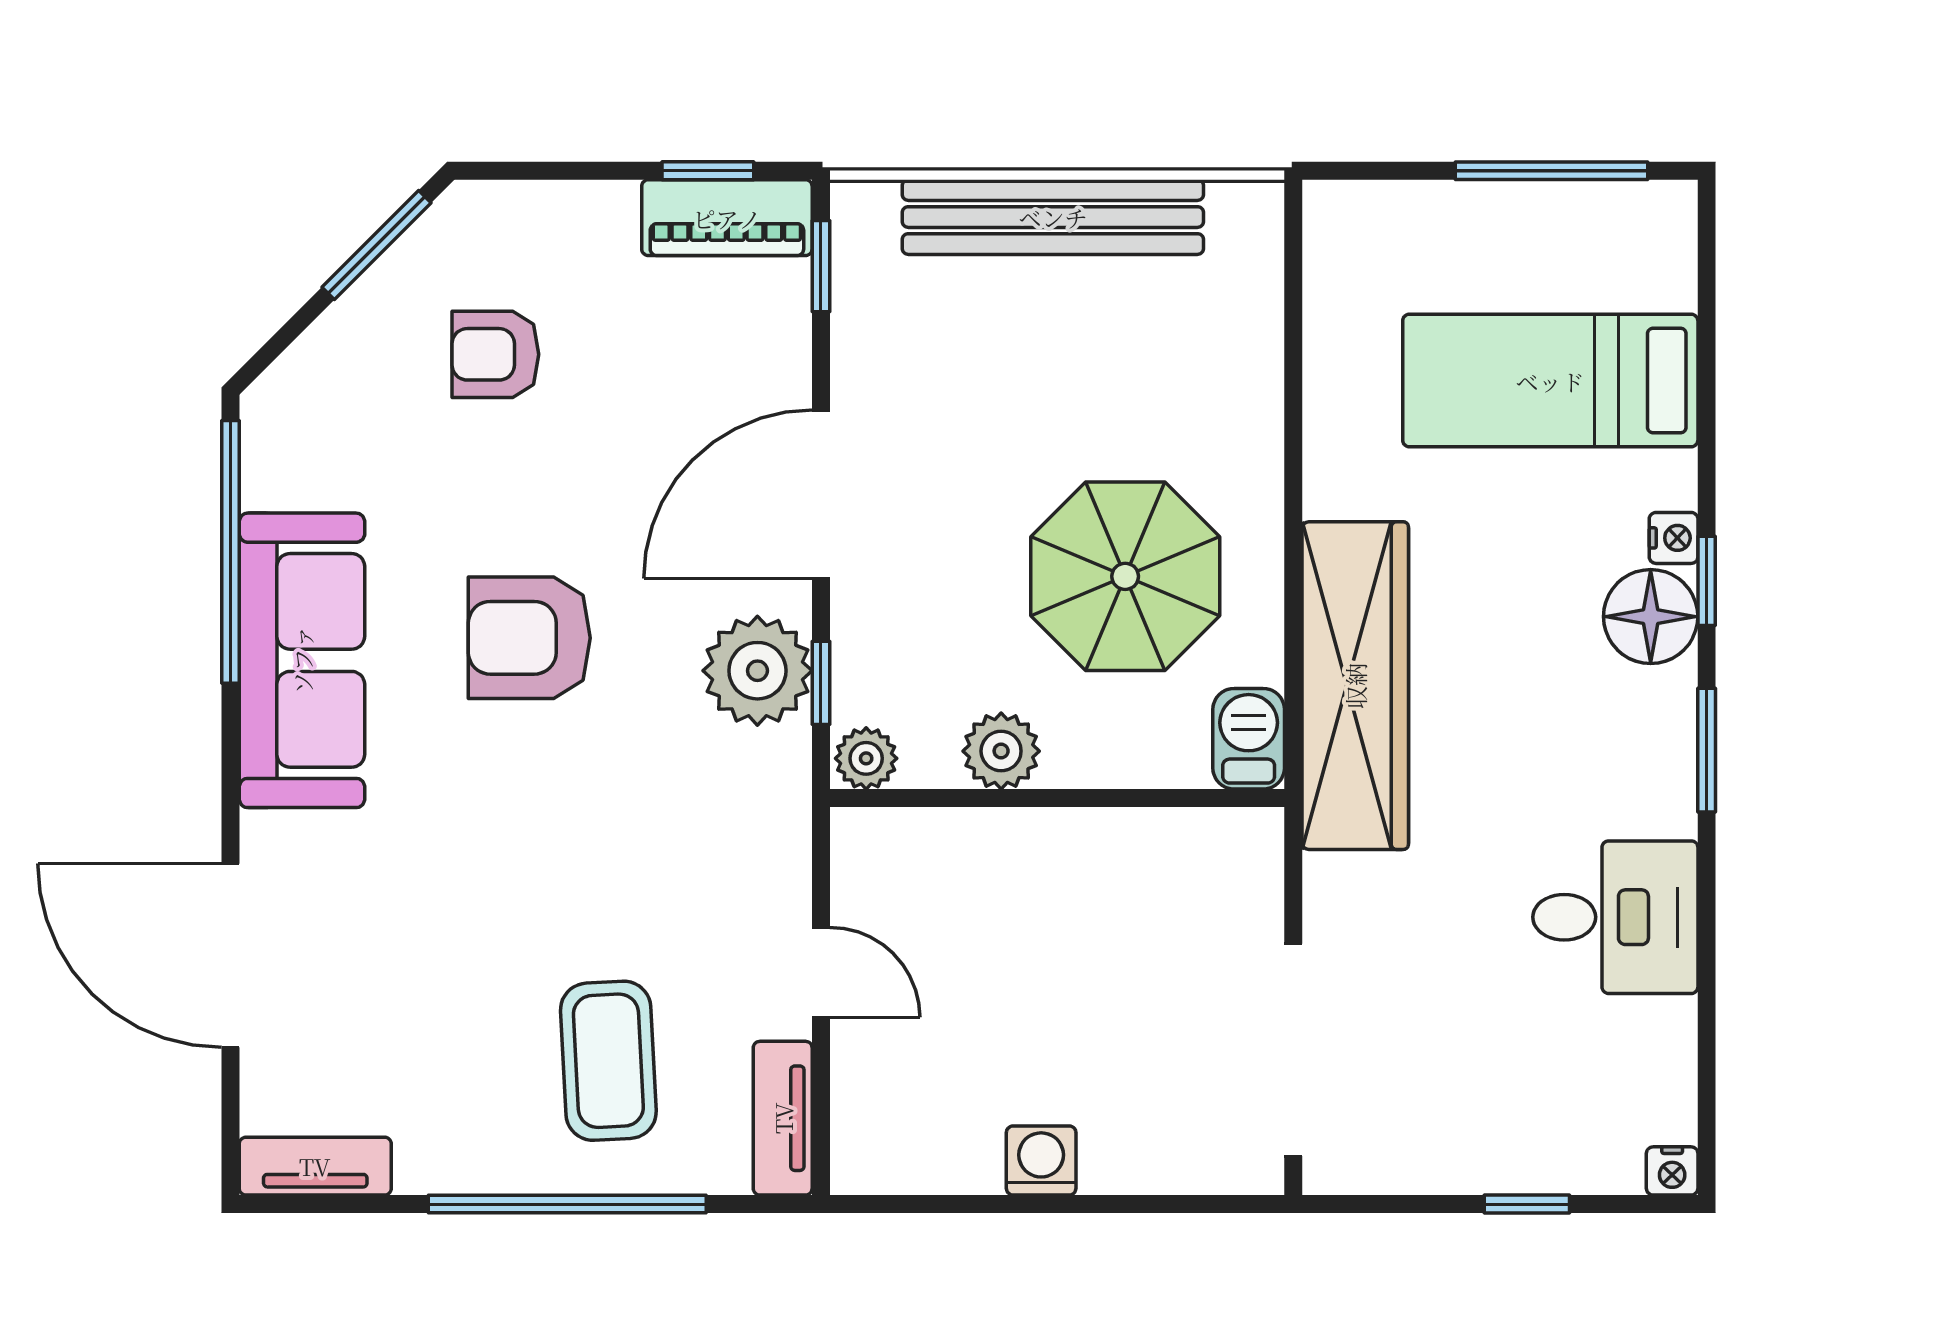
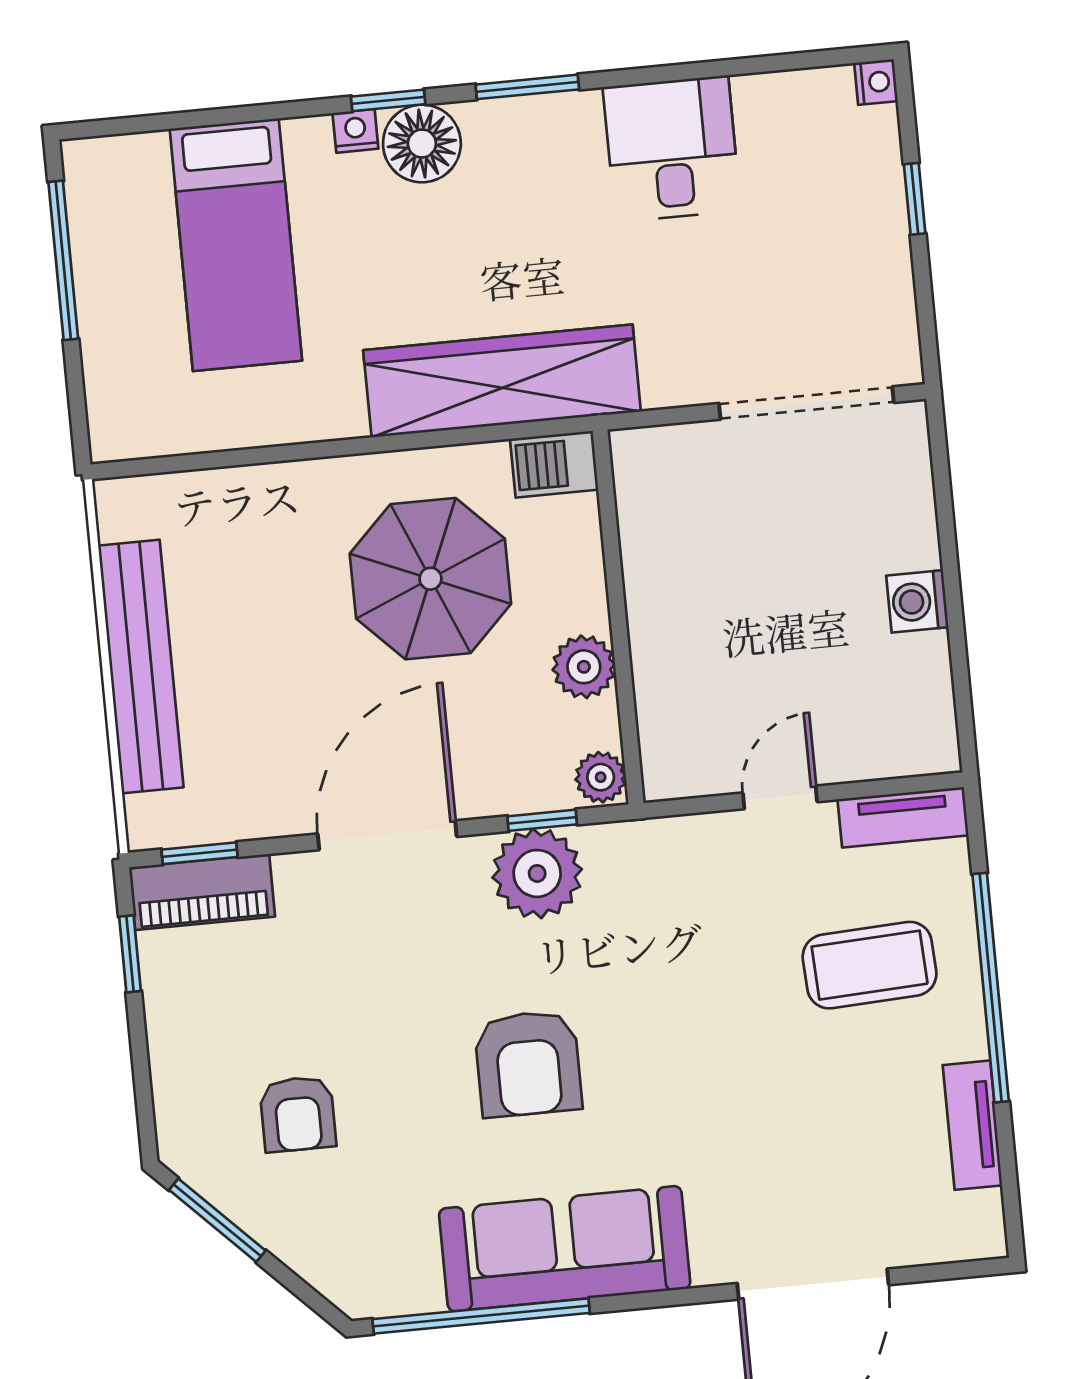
piano: (727, 218) -> (202, 892), moved, turned 90
door: (821, 494) -> (387, 835), swing flipped
tv unit: (315, 1166) -> (972, 1125), moved

